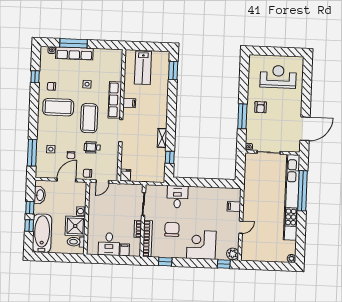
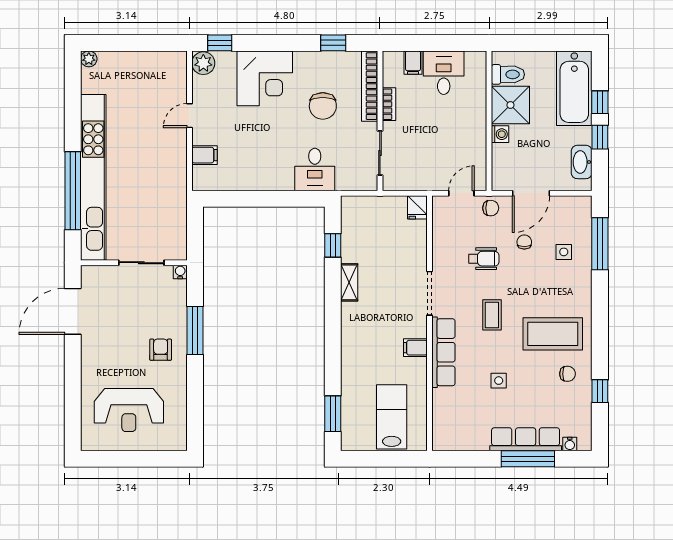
coffee table: (89, 118) -> (492, 315), width x0.54, depth x0.58

